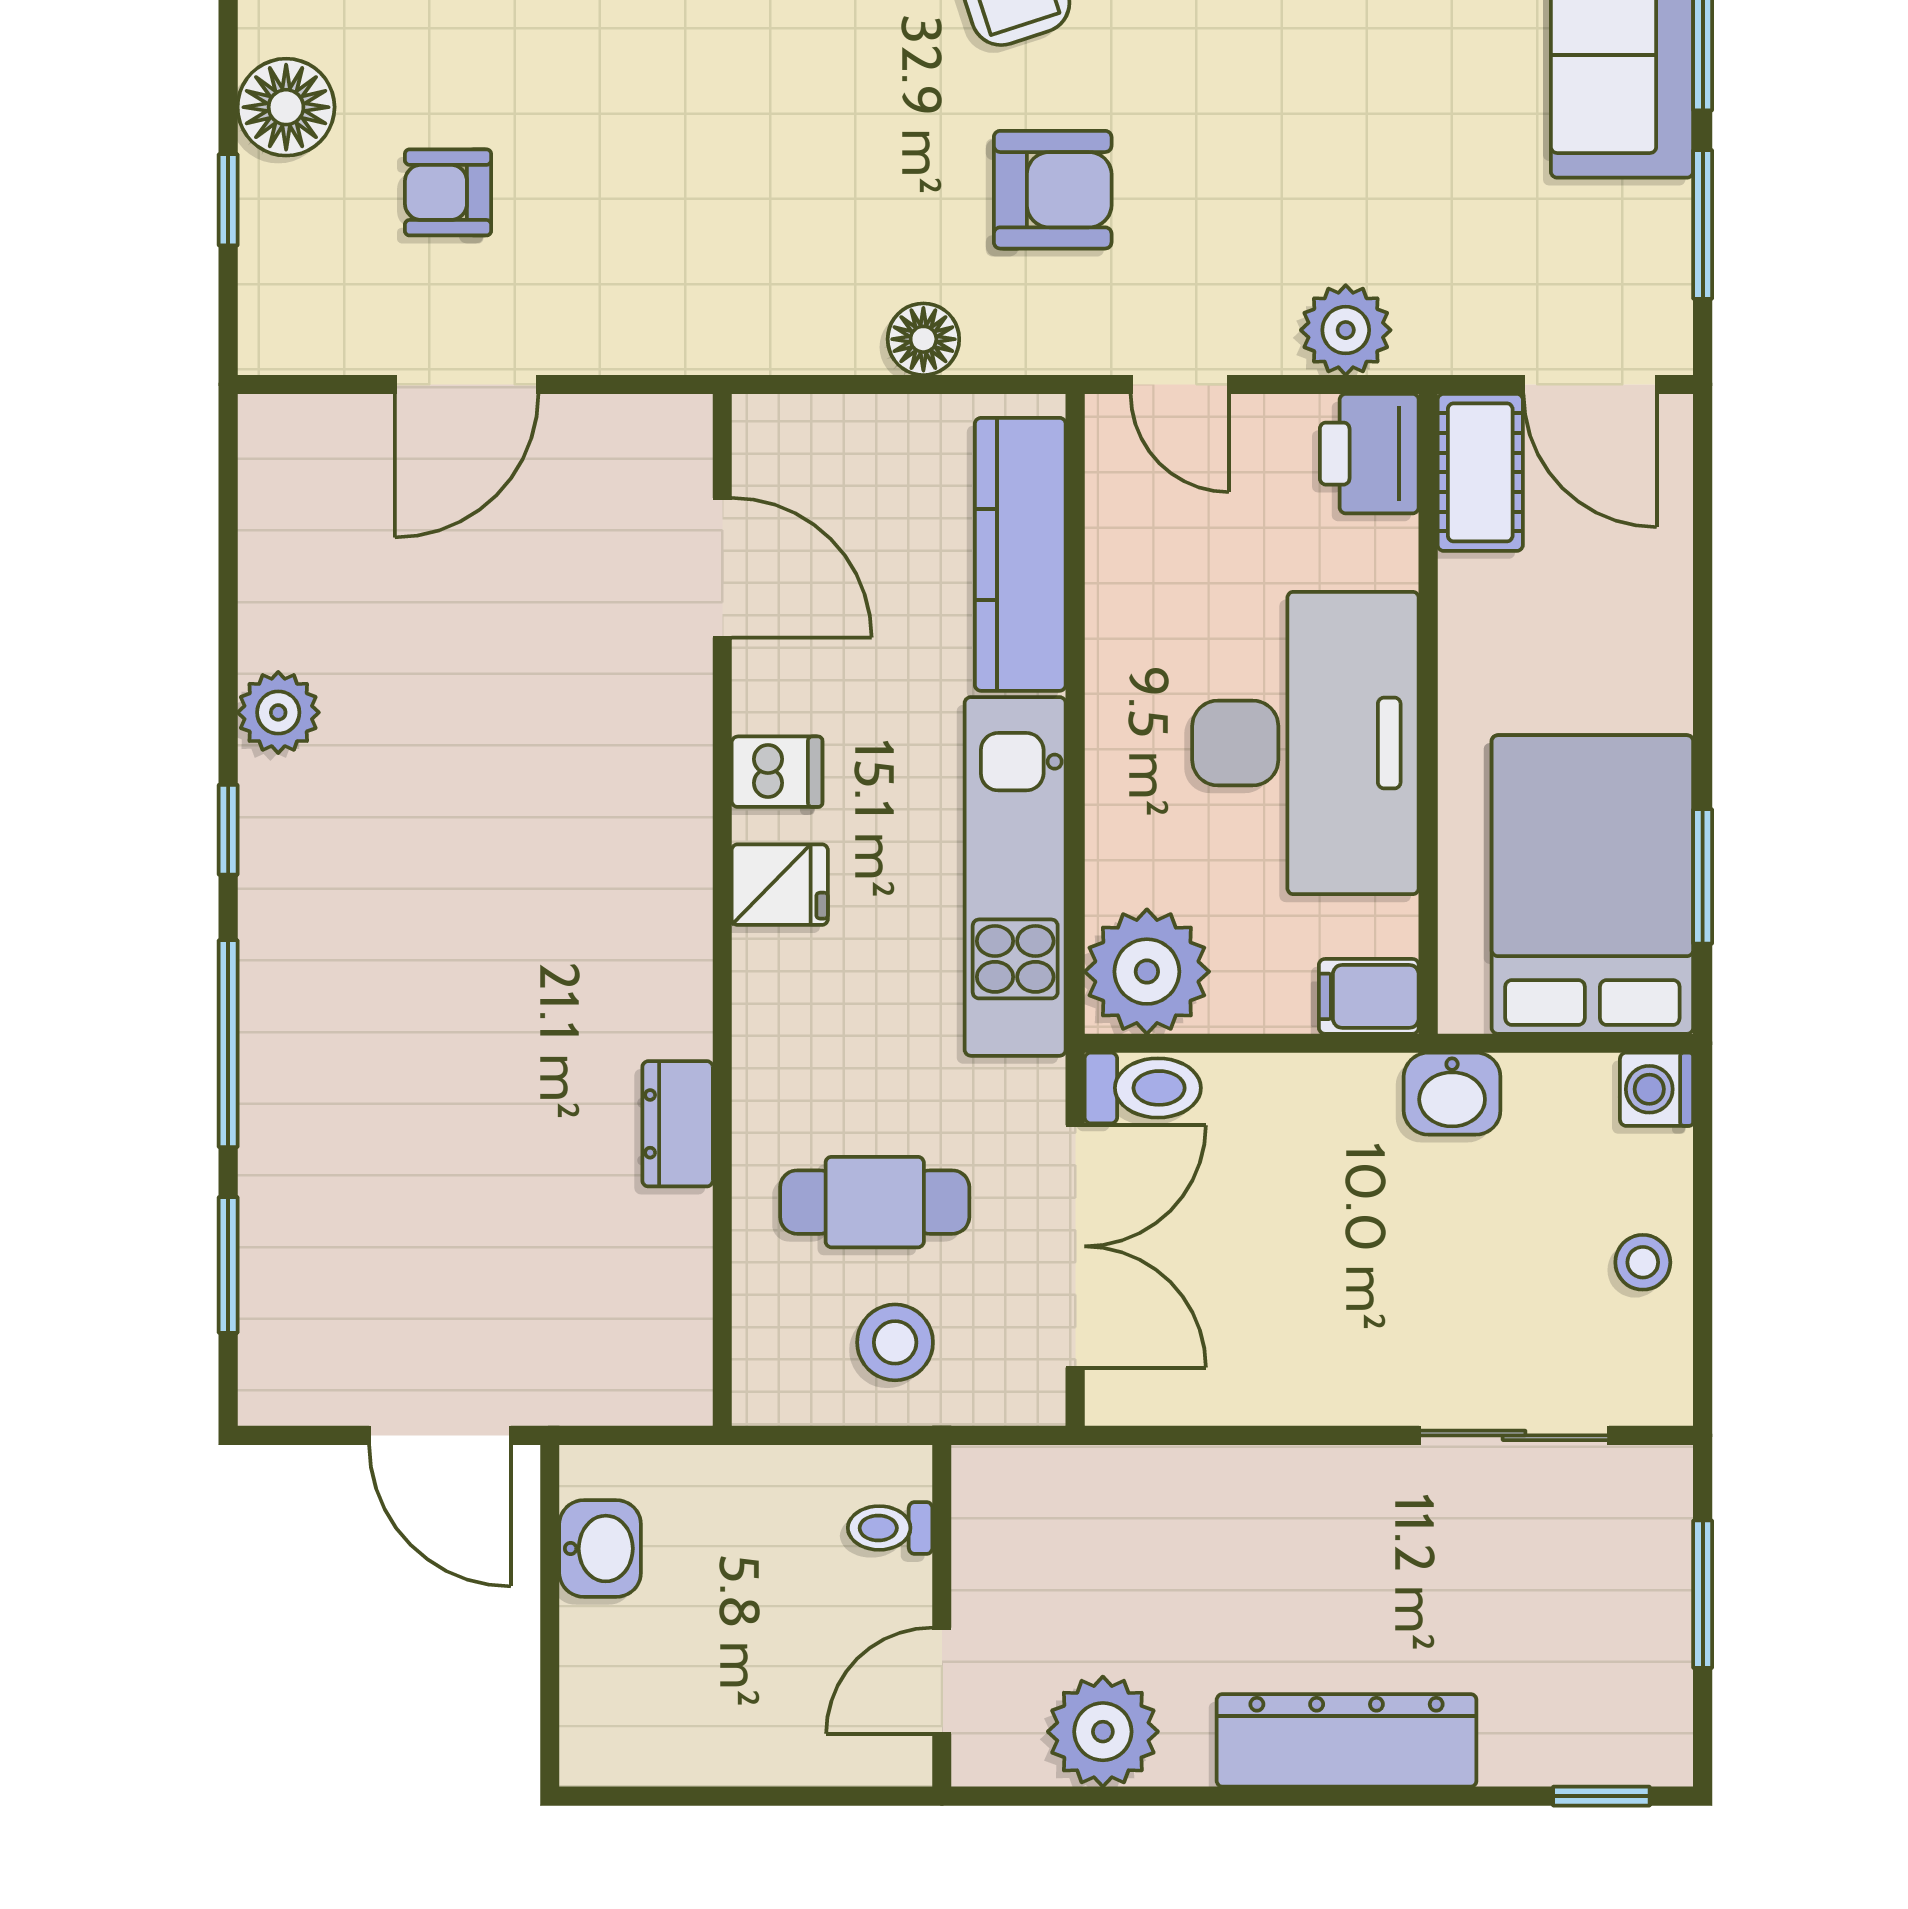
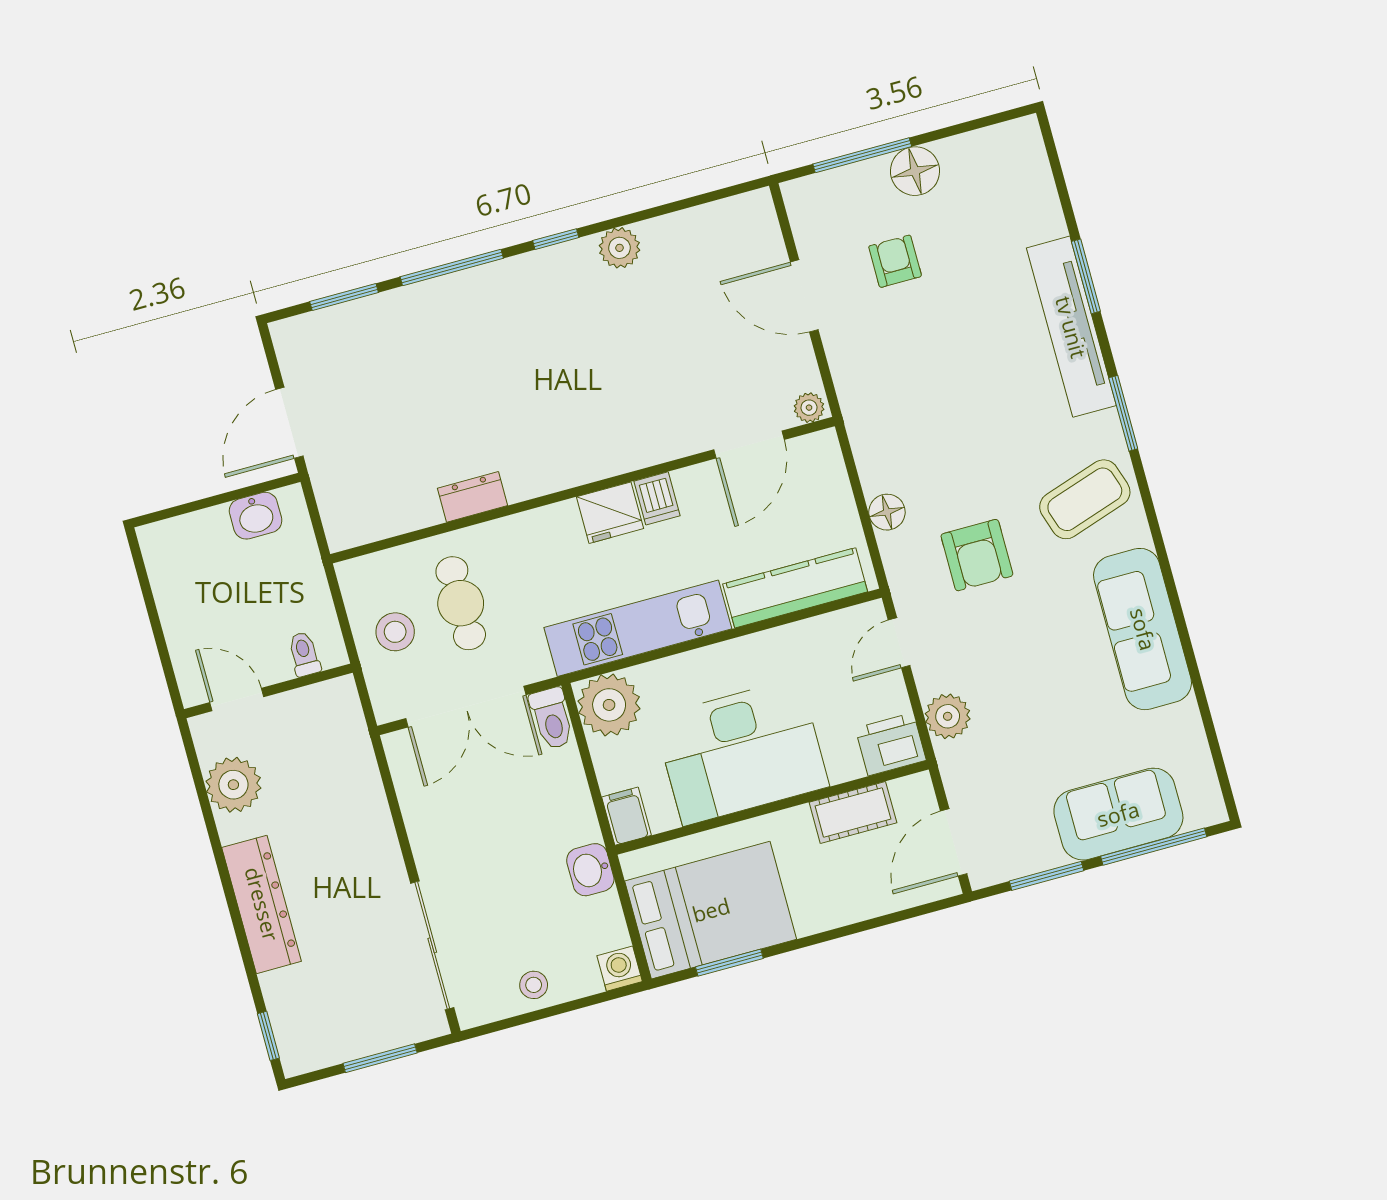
window: (228, 200) -> (862, 155), width x2.17
plant: (683, 434) -> (809, 408), added
cot: (1480, 472) -> (853, 813), moved
fridge: (780, 885) -> (610, 513), width x1.38
sliding door: (1514, 1435) -> (432, 945), width x1.37

